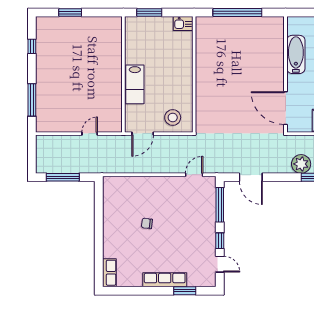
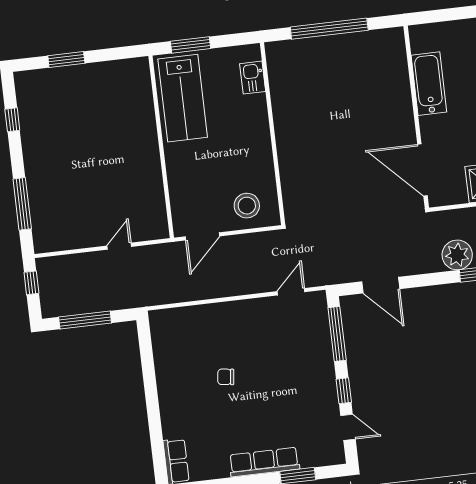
kitchen sink: (183, 23) -> (253, 78), moved, turned 90
lab bench: (135, 84) -> (183, 98), moved, width x1.36, depth x1.39
window: (32, 150) -> (31, 283), added

